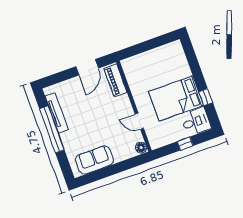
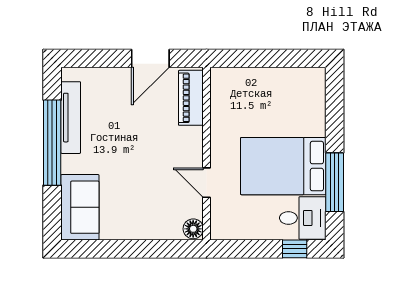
window: (206, 97) -> (335, 182), width x2.17
window: (185, 144) -> (295, 249), moved
sofa: (95, 160) -> (80, 207), moved, turned 90

